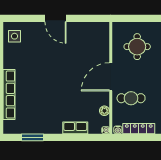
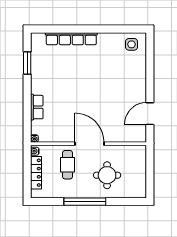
door: (56, 18) -> (150, 114), moved
round table: (137, 47) -> (107, 175), moved
plant: (104, 111) -> (55, 137), removed

